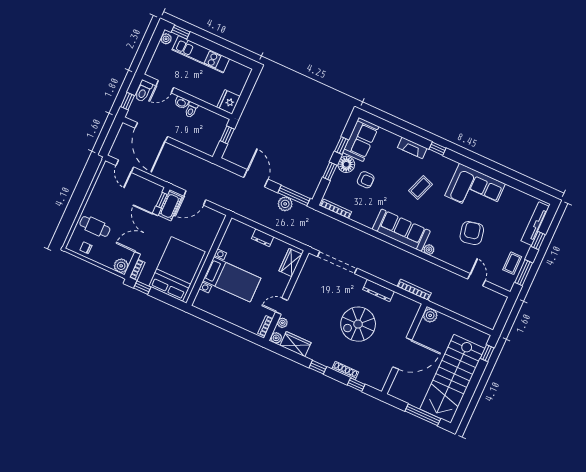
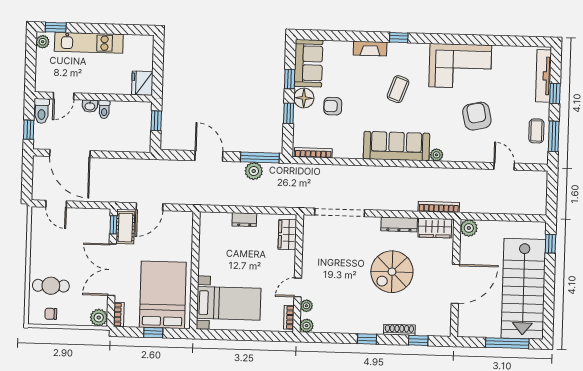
armchair: (366, 180) -> (333, 106), turned 180
bed with nightstands: (232, 279) -> (229, 303), moved
window: (142, 288) -> (153, 333), moved
wardrobe: (296, 344) -> (435, 228), moved, turned 180

